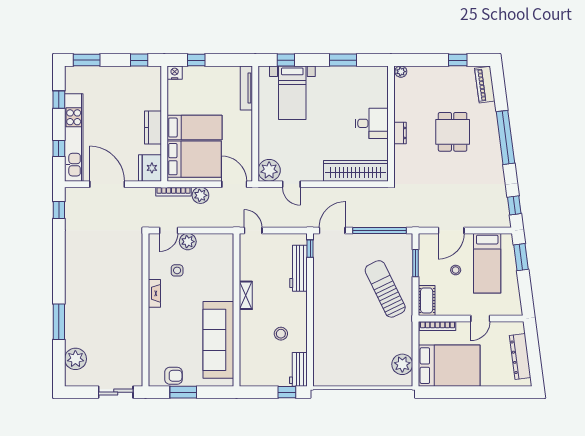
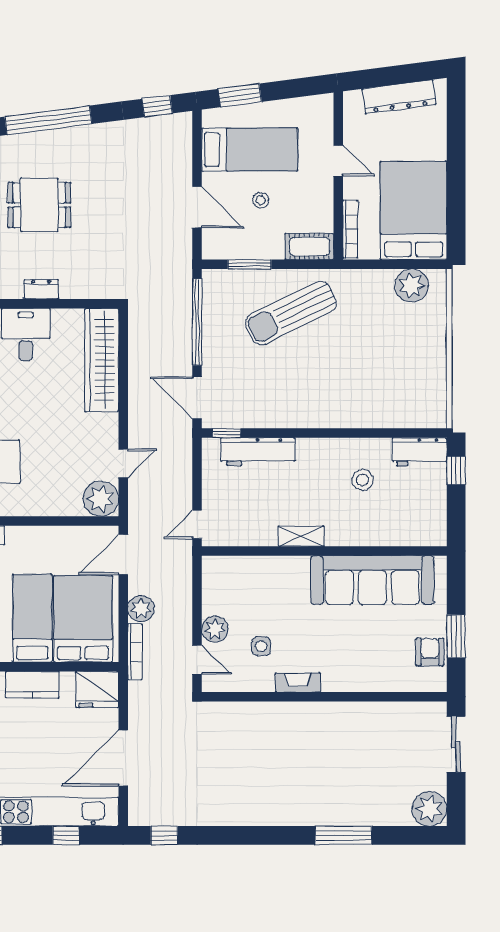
plant: (75, 359) -> (429, 809), moved

